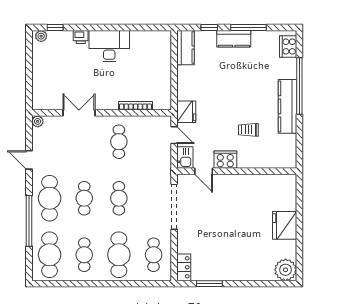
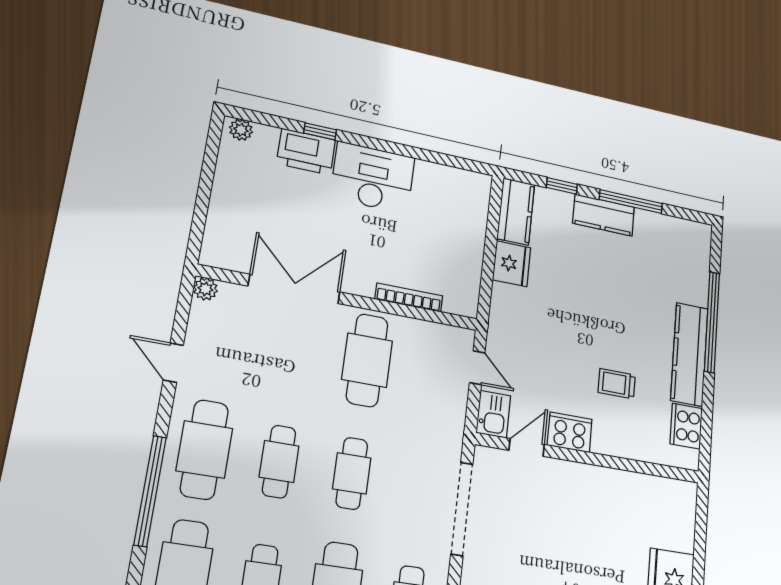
window: (55, 27) -> (320, 131), moved
printer: (81, 37) -> (306, 152), width x1.87, depth x1.48
cooker: (288, 47) -> (686, 426), moved
fridge: (186, 112) -> (512, 264), moved
double door: (79, 113) -> (294, 289), width x1.37
cafe table: (119, 142) -> (367, 360), width x1.37, depth x1.35
door: (204, 171) -> (527, 447), swing flipped

